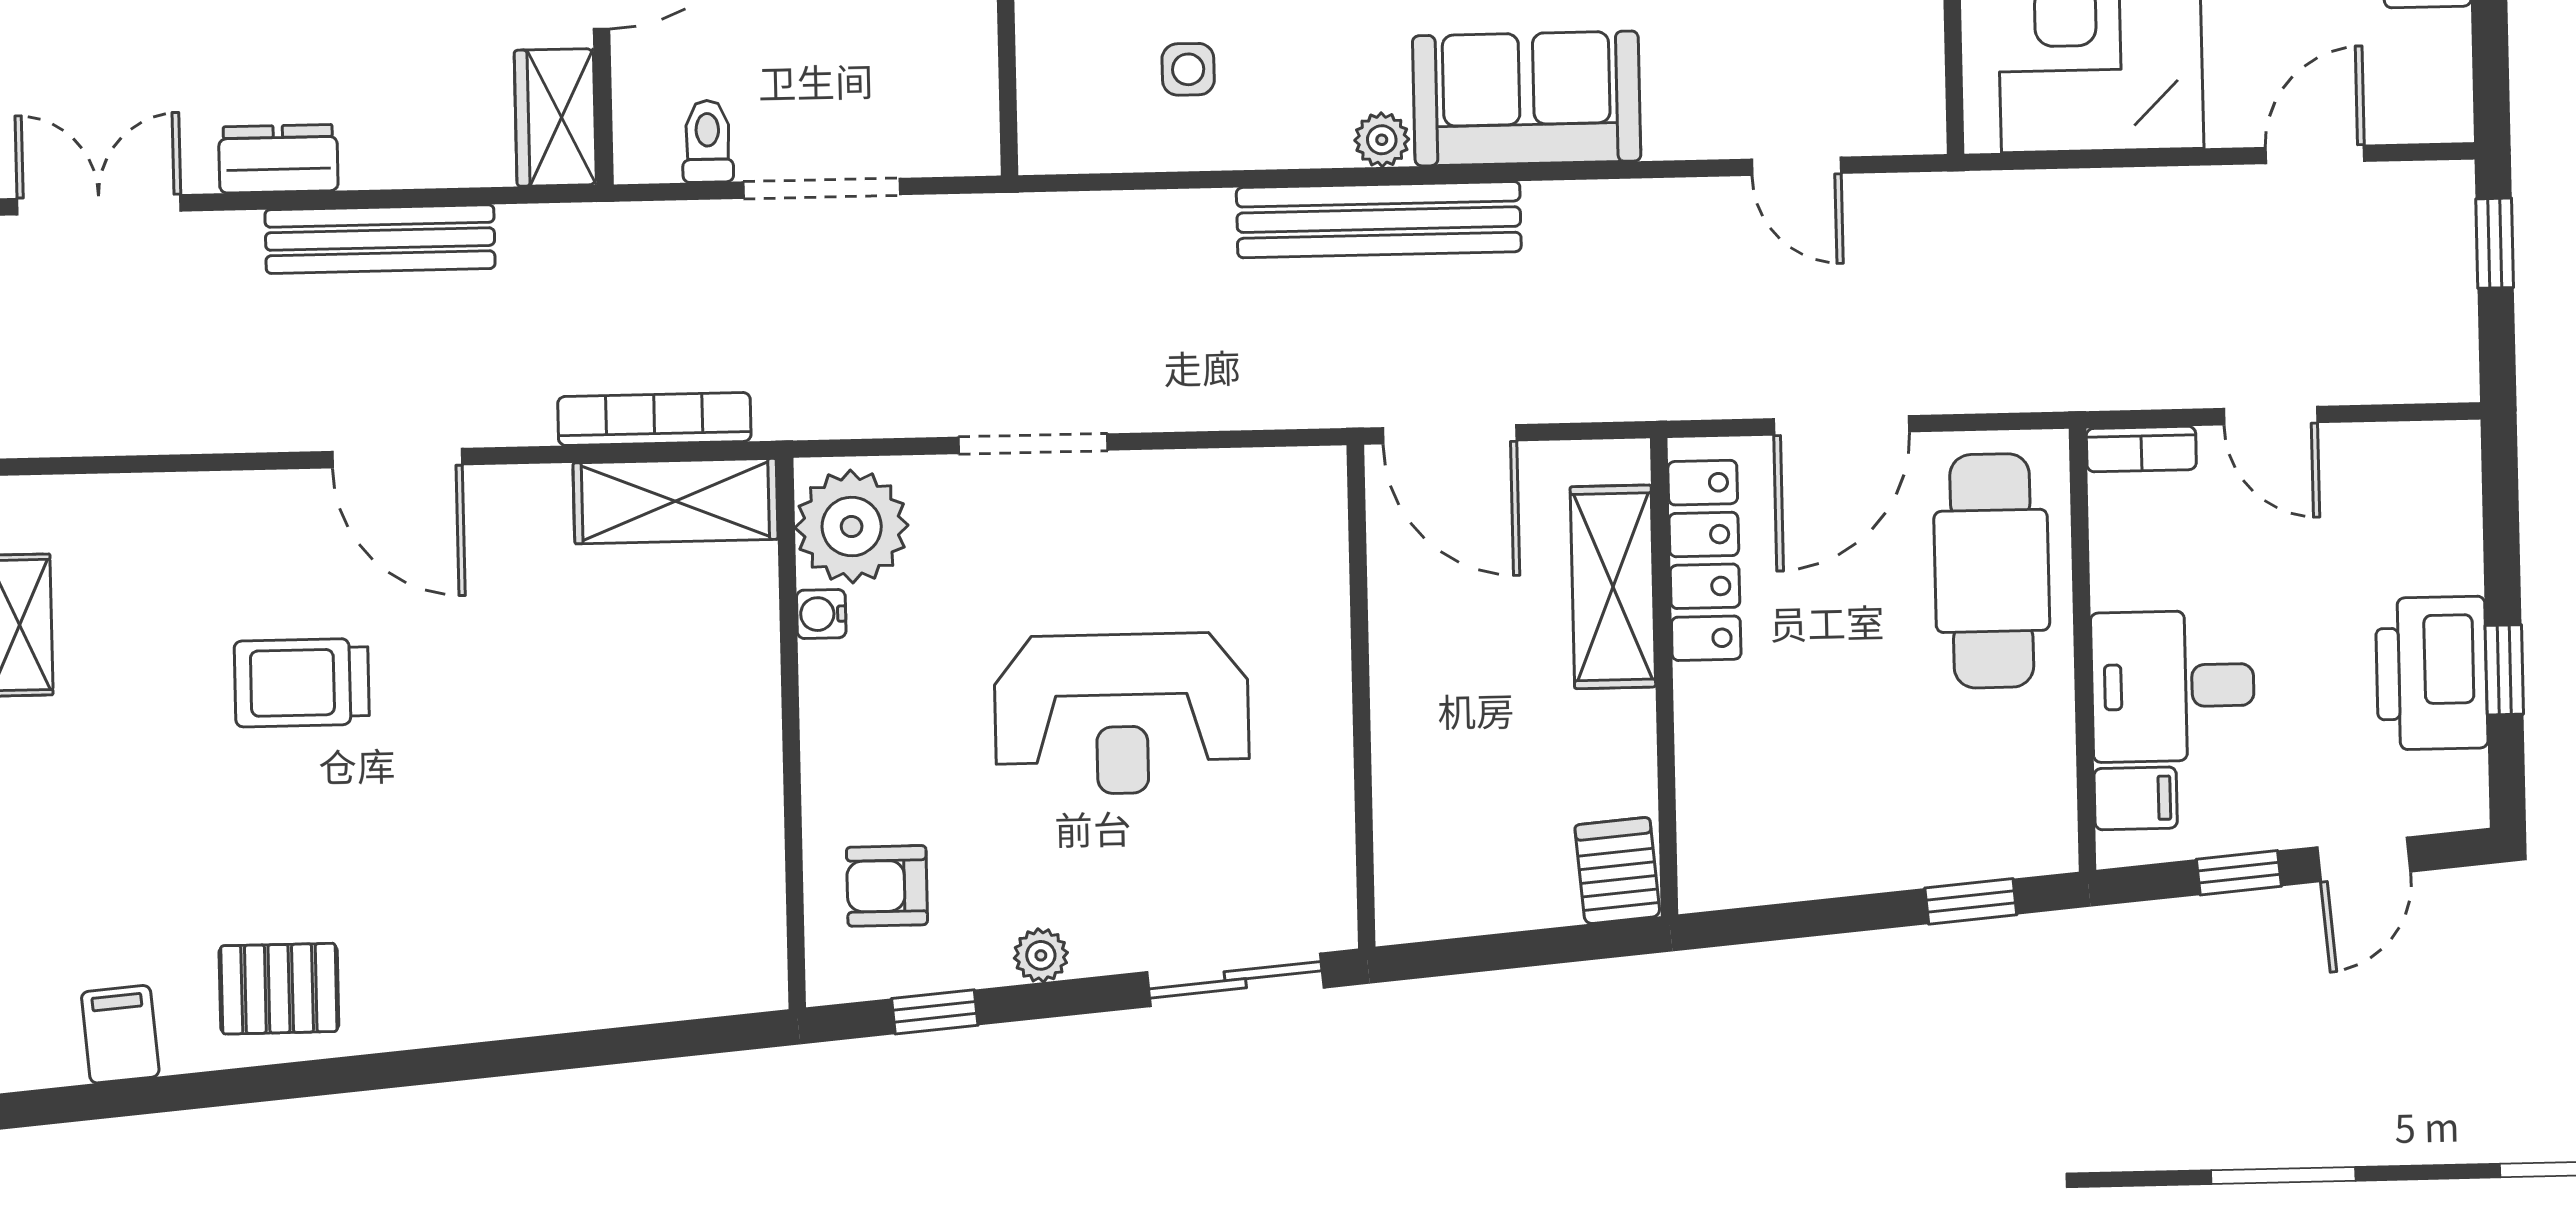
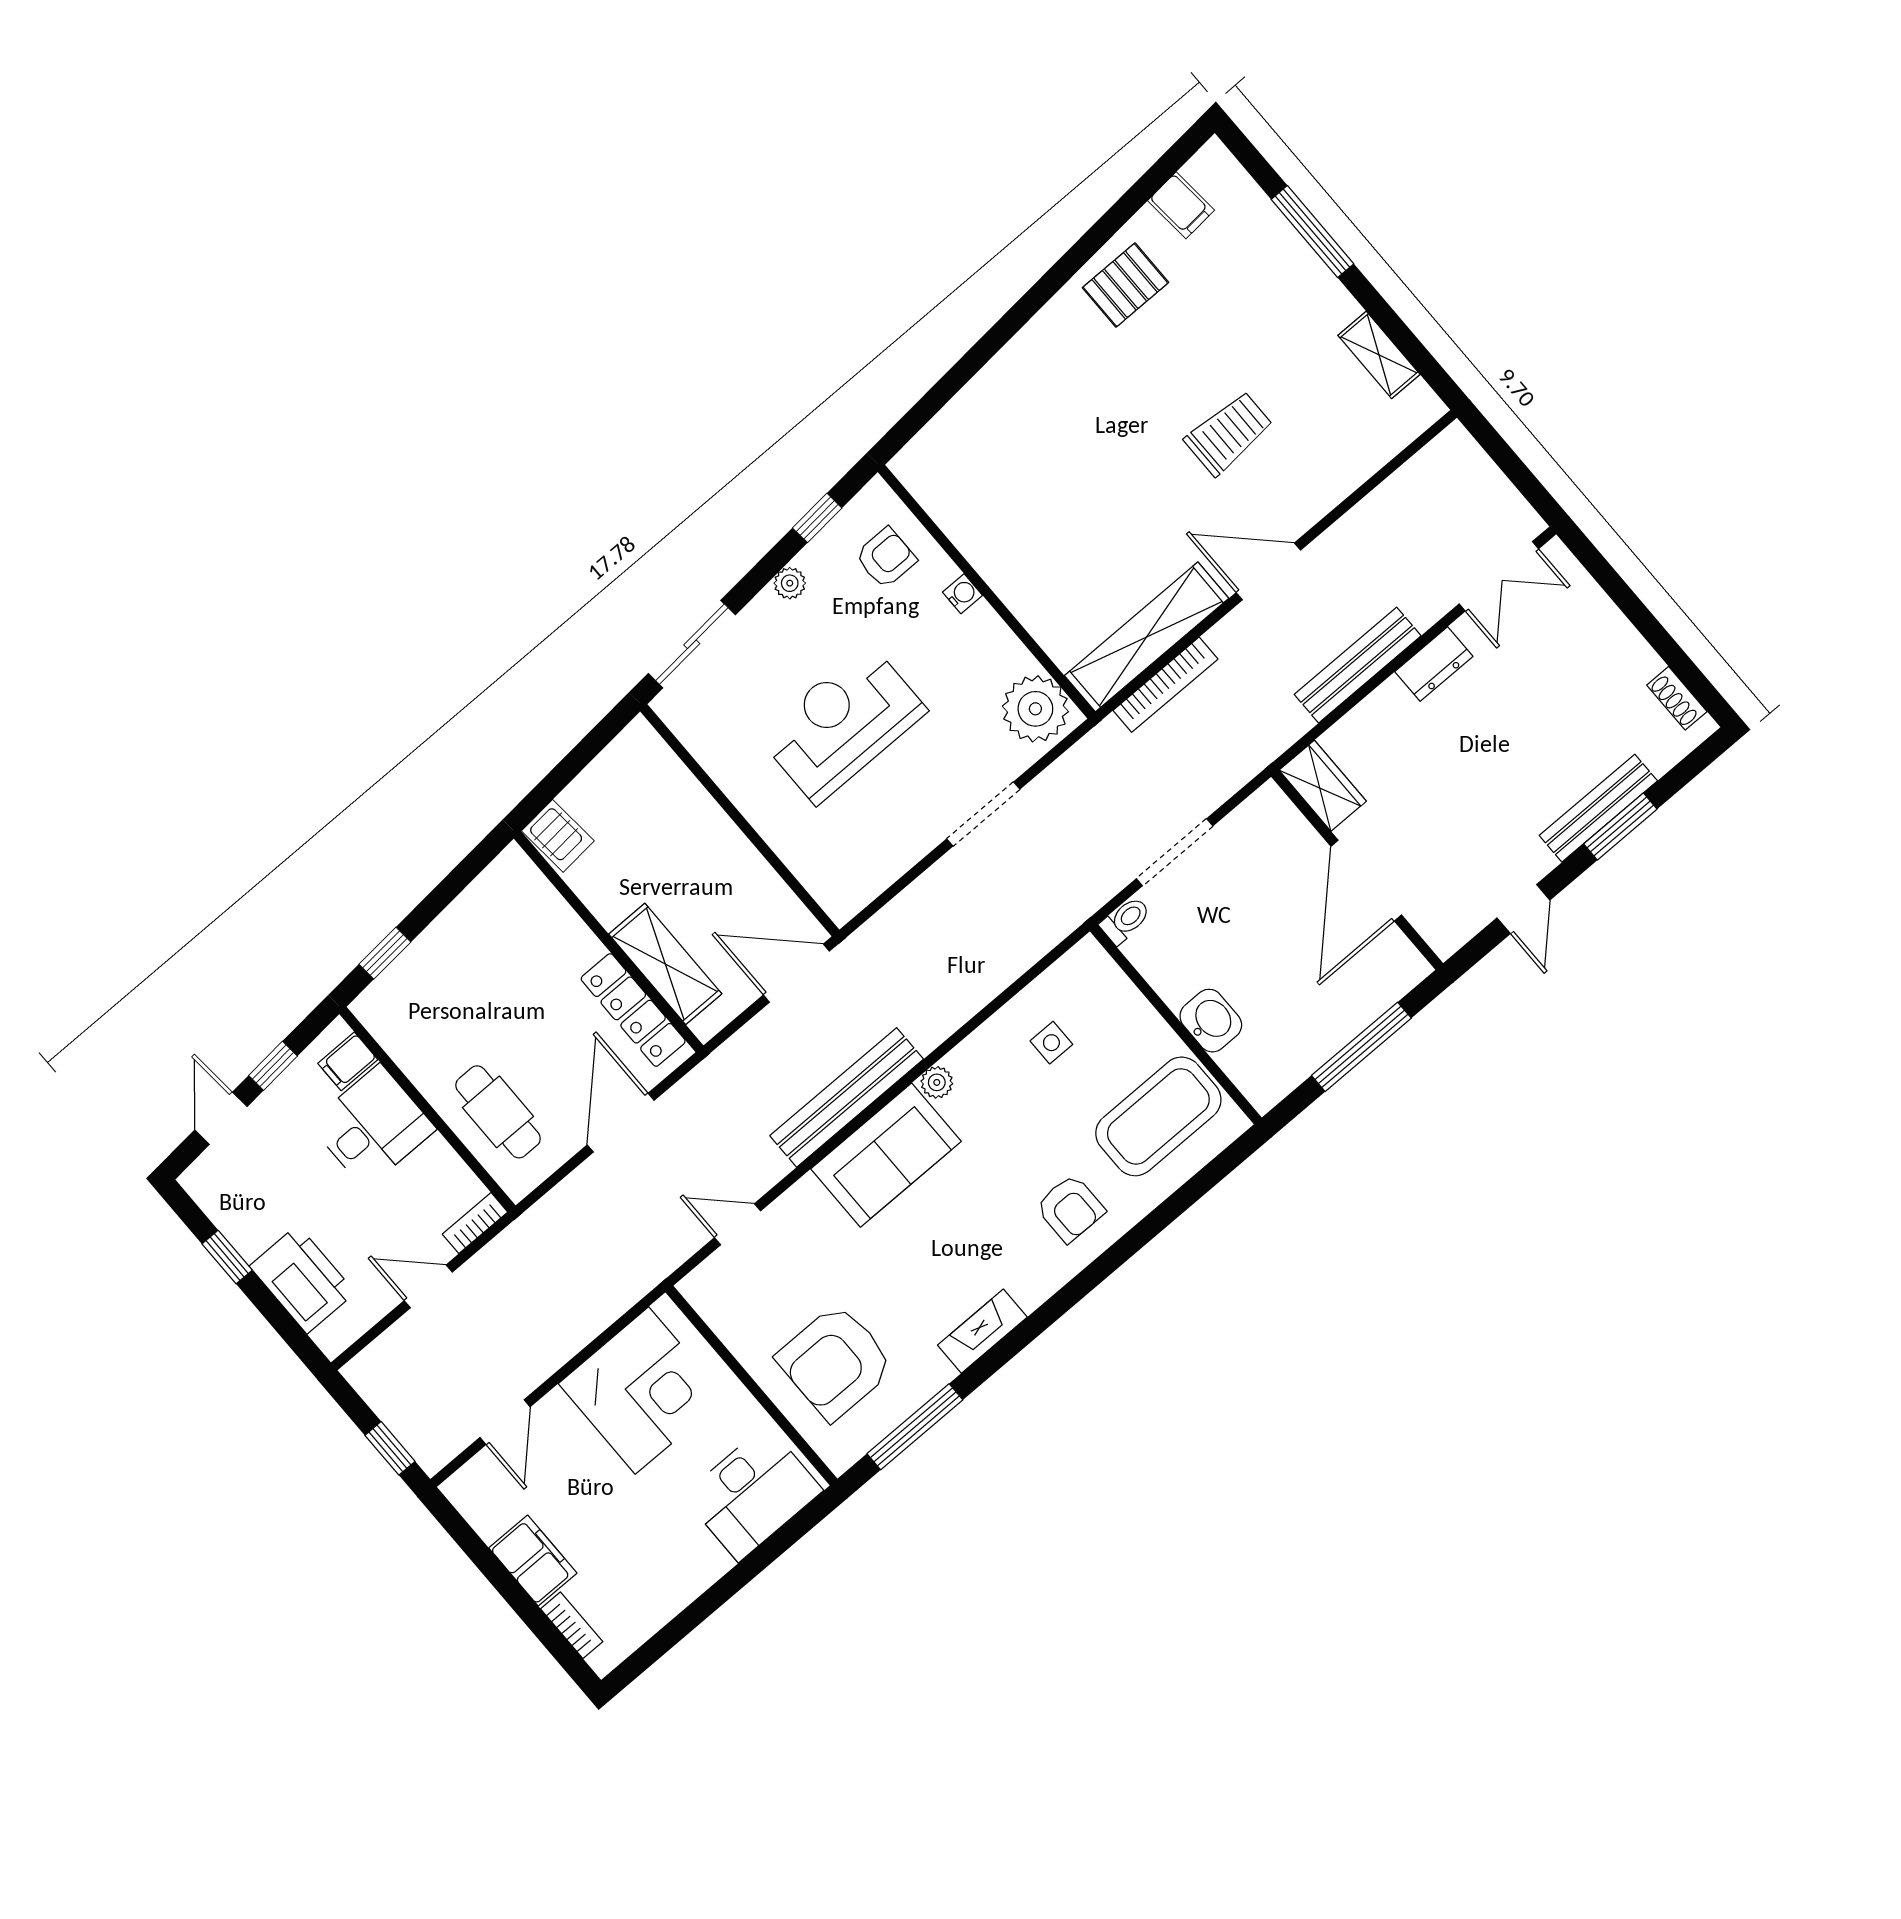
toilet: (708, 141) -> (1126, 920), moved, turned -90
bench: (1379, 220) -> (847, 1097), moved
shelving: (675, 501) -> (1147, 637), width x1.47
cafe table: (1992, 571) -> (498, 1112), width x0.73, depth x0.74
water cooler: (821, 614) -> (962, 594), moved
printer: (2432, 673) -> (302, 1279), moved

